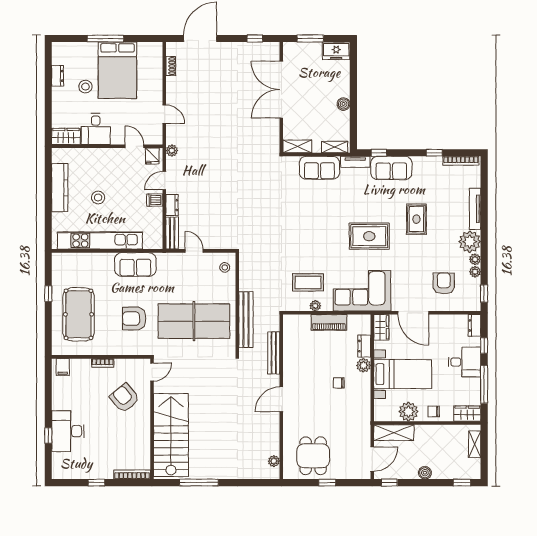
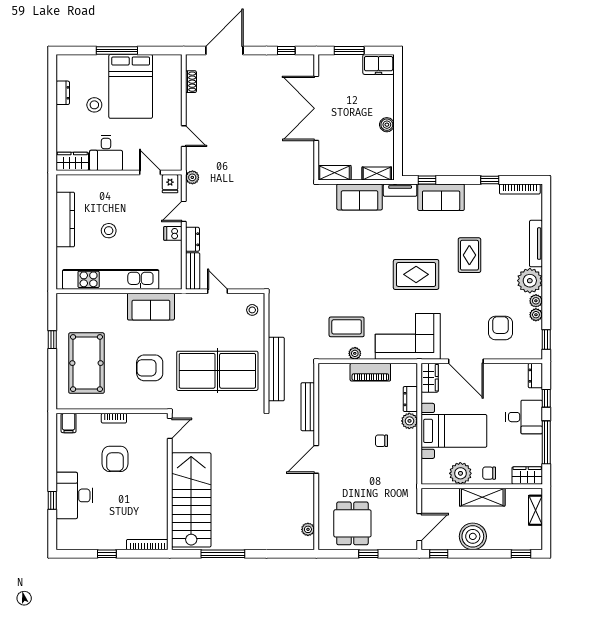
armchair: (125, 398) -> (115, 459), moved, turned -140
shelving: (394, 433) -> (482, 497), moved
boiler: (425, 473) -> (473, 536), width x1.86, depth x1.86

